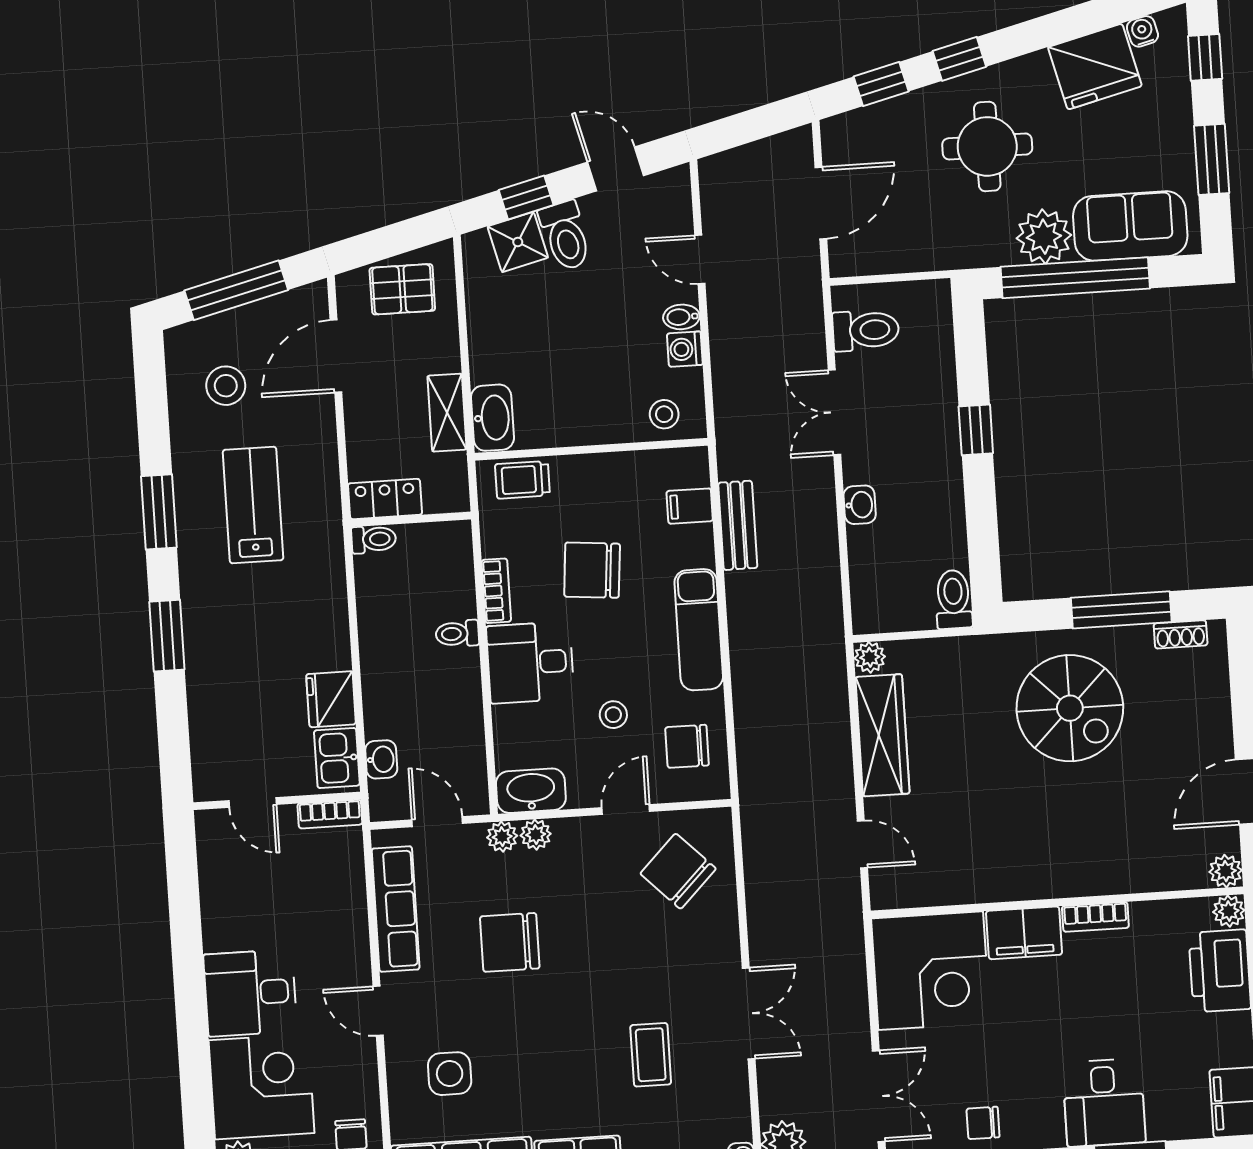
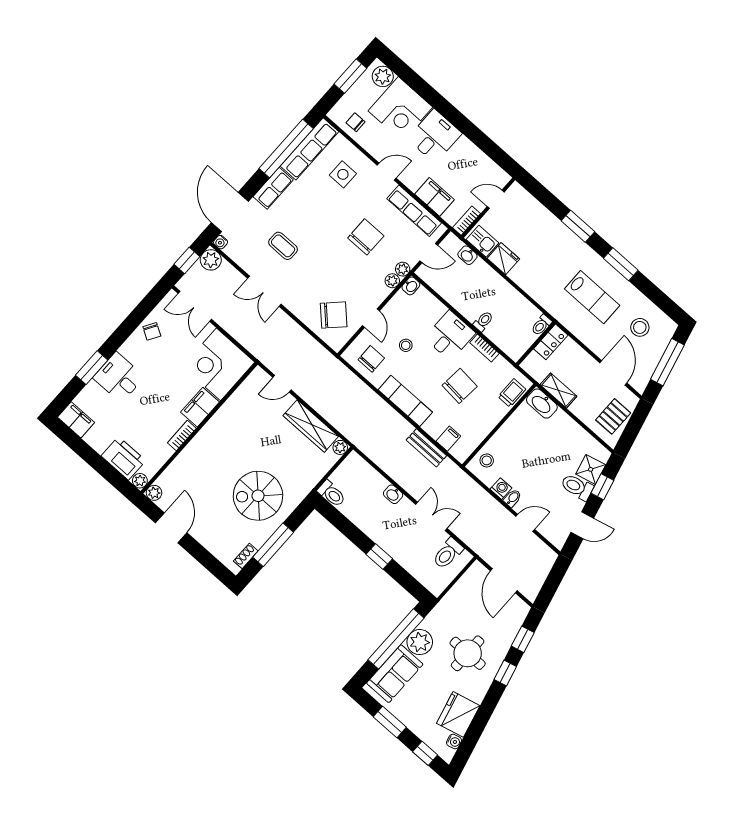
washbasin: (531, 791) -> (411, 286), width x0.52, depth x0.69
filing cabinet: (343, 899) -> (435, 197), added
chair: (983, 1123) -> (152, 331), turned 121

